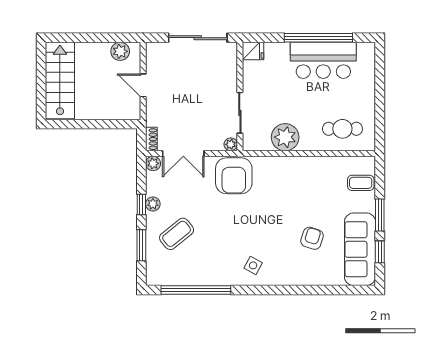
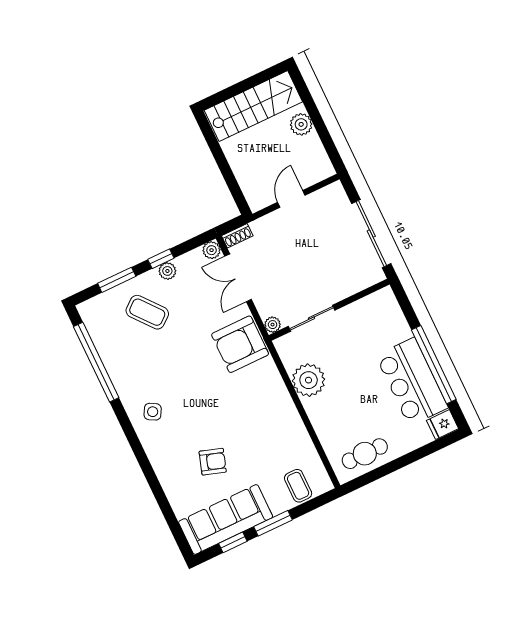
plant: (120, 51) -> (301, 124), moved
fridge: (253, 51) -> (442, 424), moved, turned 90
cafe table: (342, 129) -> (365, 454), moved, turned 90

